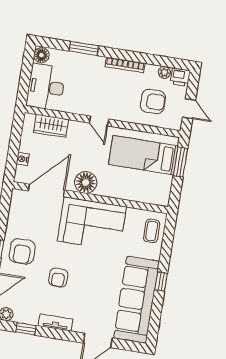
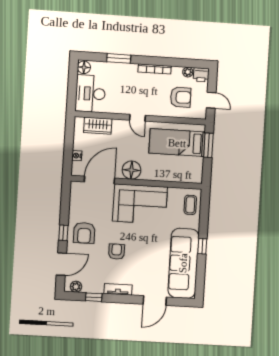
armchair: (58, 278) -> (117, 252), turned 180

